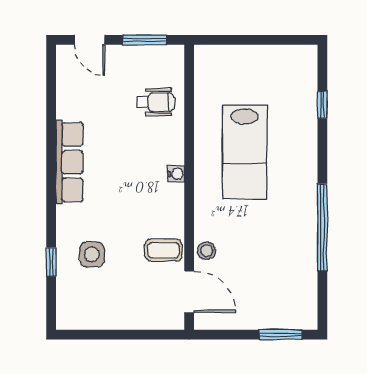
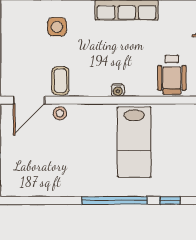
wheelchair: (155, 102) -> (172, 75), width x1.36, depth x1.37
lab bench: (245, 152) -> (134, 142), turned -90
window: (322, 227) -> (114, 200), moved

